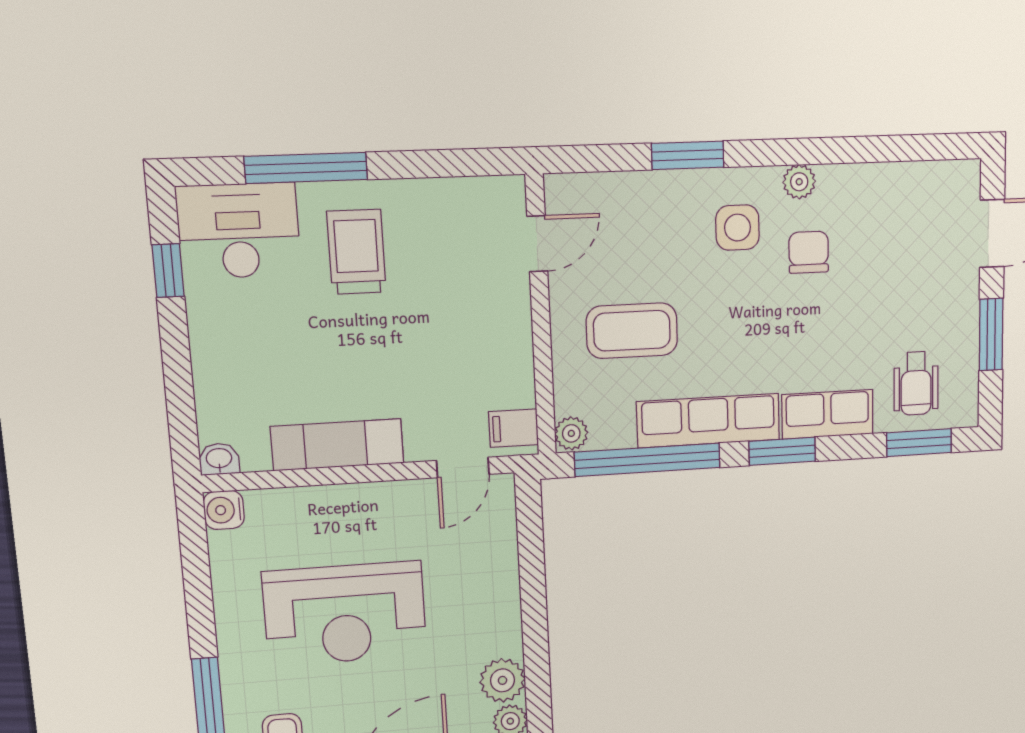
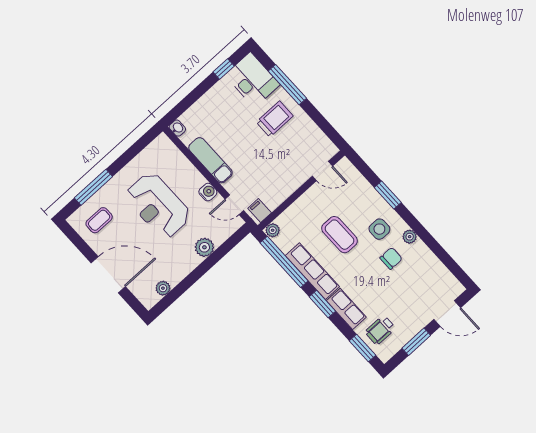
coffee table: (632, 331) -> (339, 235), moved
water cooler: (224, 510) -> (208, 192), moved, turned 90
plant: (502, 680) -> (204, 247), moved

